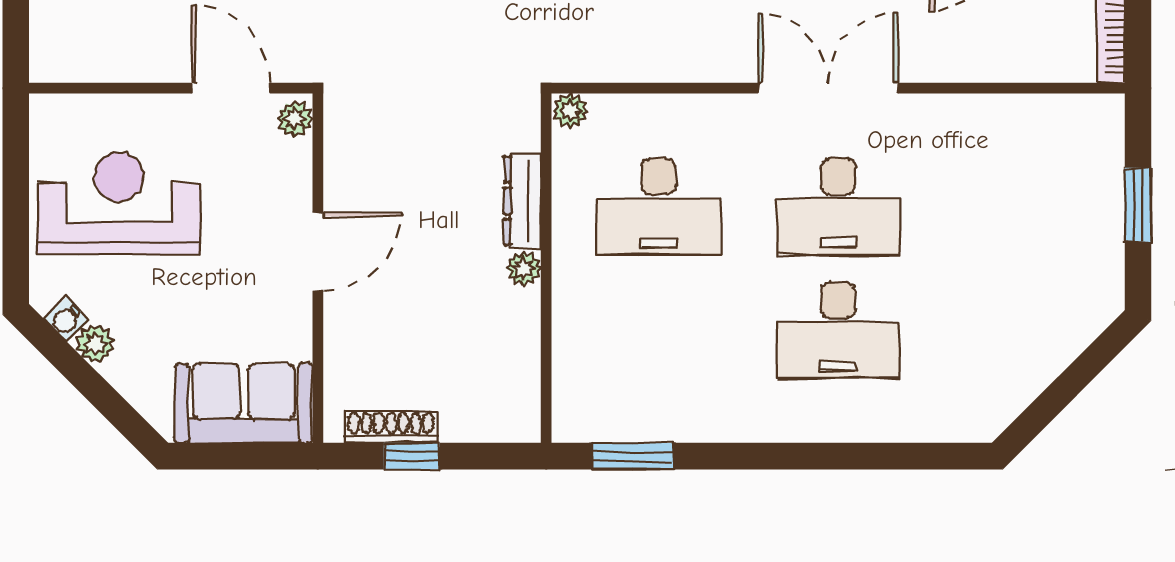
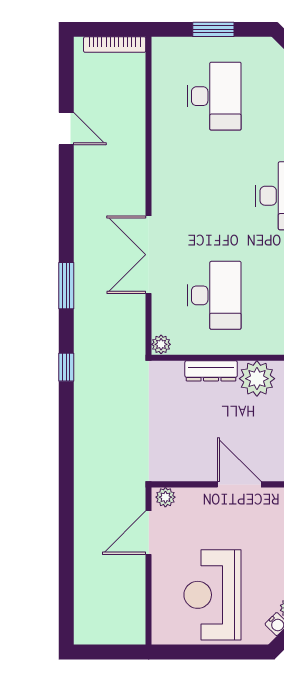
double door: (828, 88) -> (149, 255), moved
desk: (838, 206) -> (214, 96), moved
plant: (524, 268) -> (257, 379), width x1.87, depth x1.87

